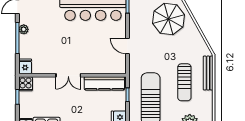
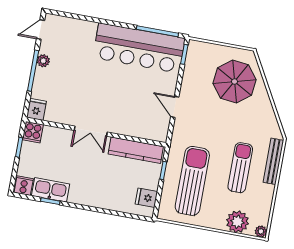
sun lounger: (184, 82) -> (240, 168), turned 180

